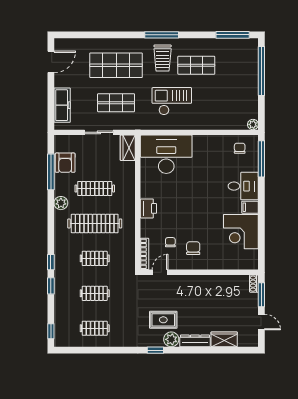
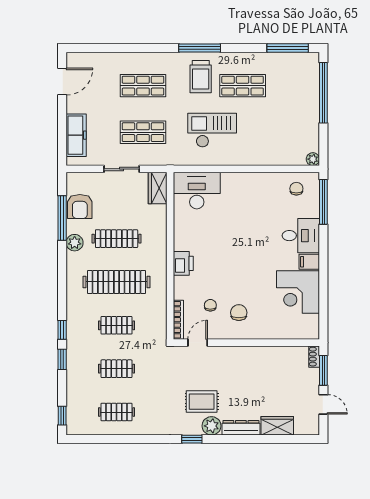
shop shelf: (116, 65) -> (143, 86), width x0.70, depth x0.74
desk: (166, 154) -> (197, 191), width x0.73, depth x0.77
plant: (61, 203) -> (75, 243), moved

